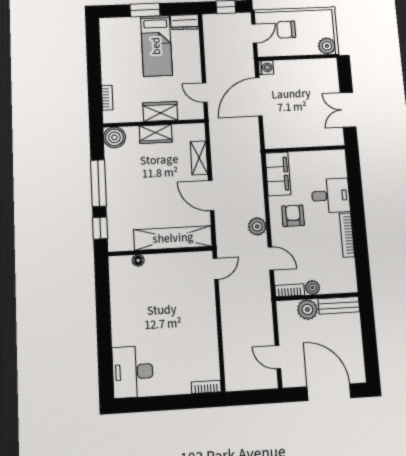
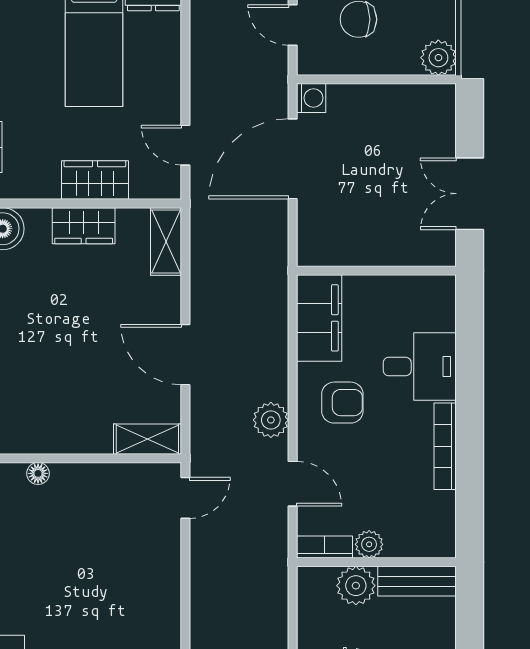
door: (254, 33) -> (293, 25), swing flipped
shelving: (199, 158) -> (166, 241), moved
armchair: (293, 216) -> (342, 403), turned 90
shelving: (173, 238) -> (147, 439), width x0.45, depth x0.75

